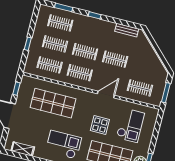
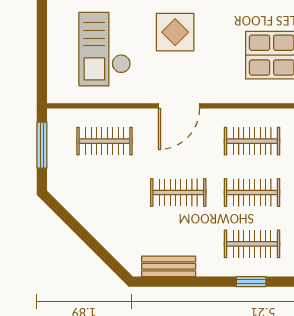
clothes rail: (90, 31) -> (252, 244), added

